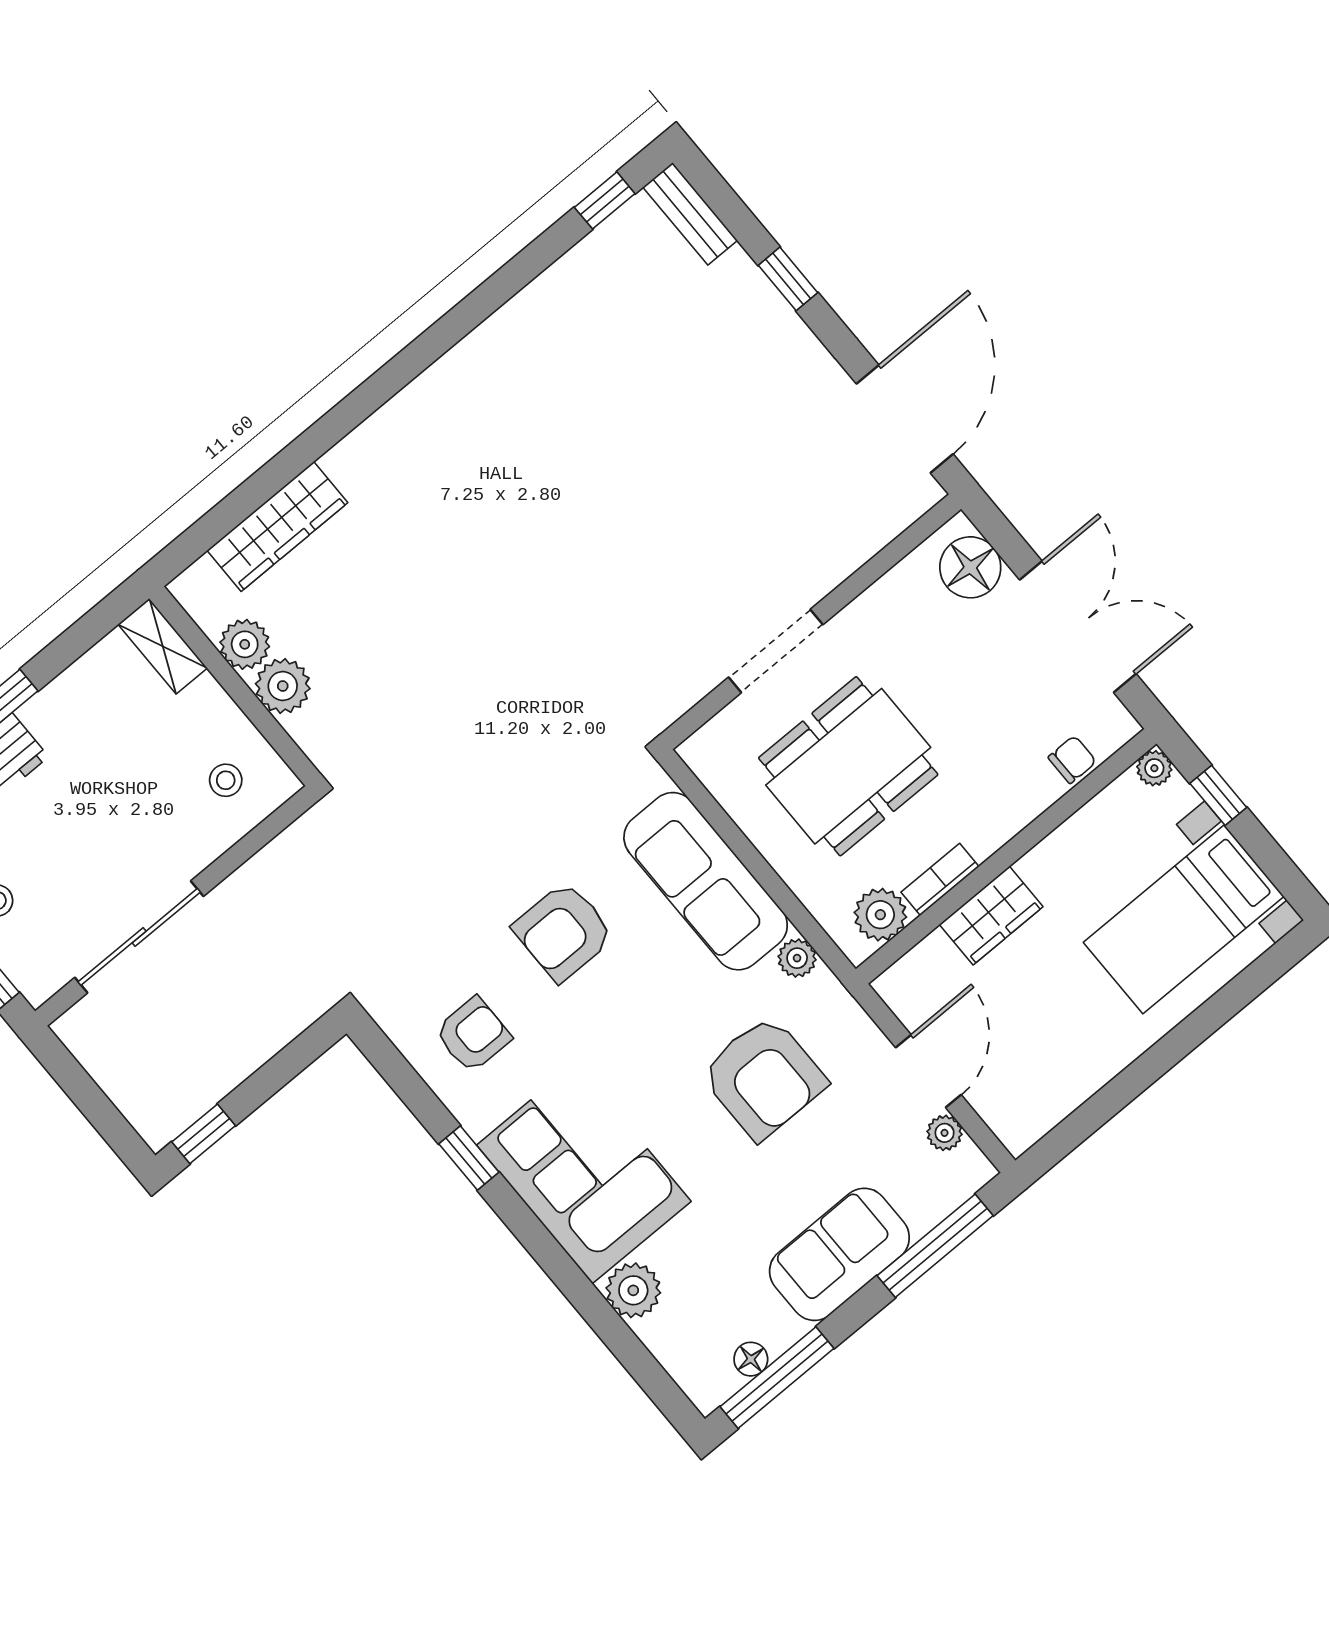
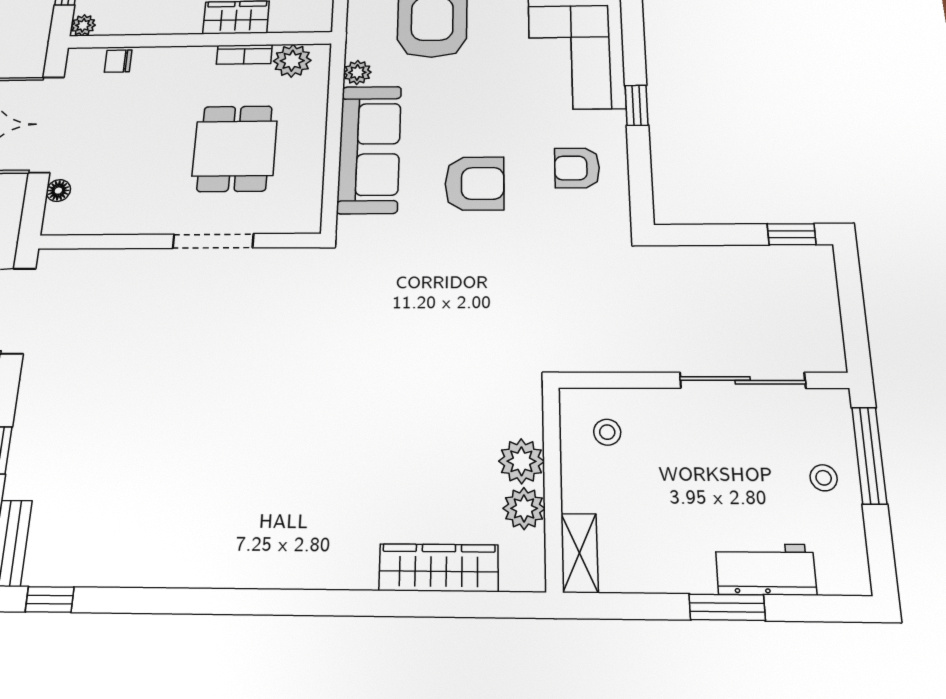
floor lamp: (970, 567) -> (58, 191), width x0.53, depth x0.53
dining table: (848, 766) -> (235, 148), width x0.73

